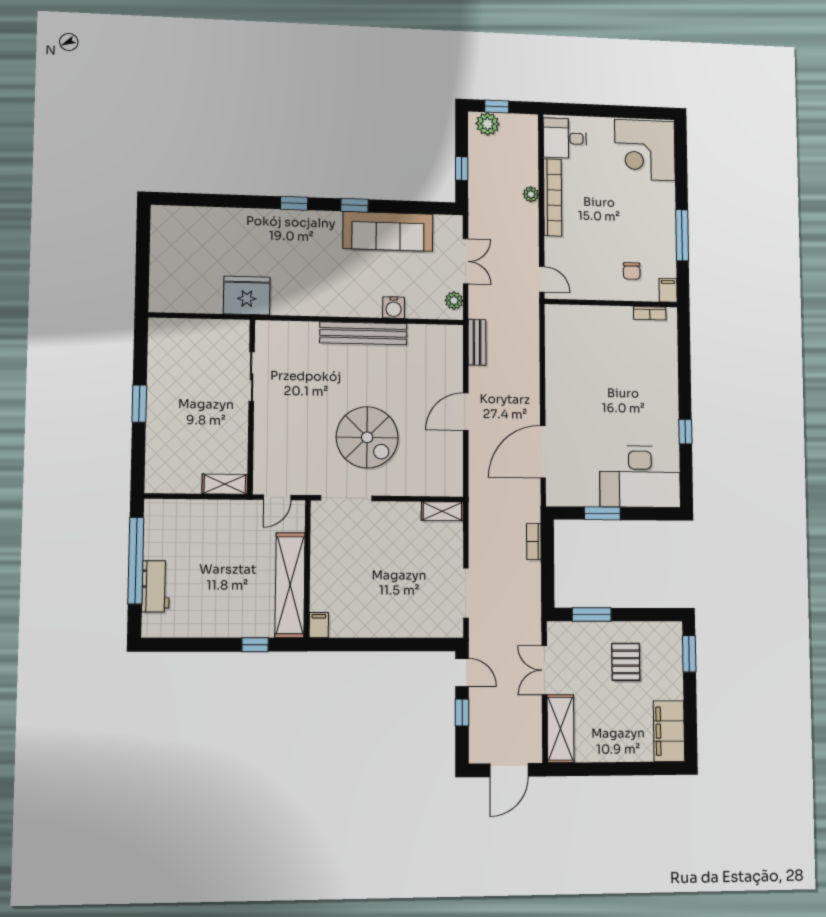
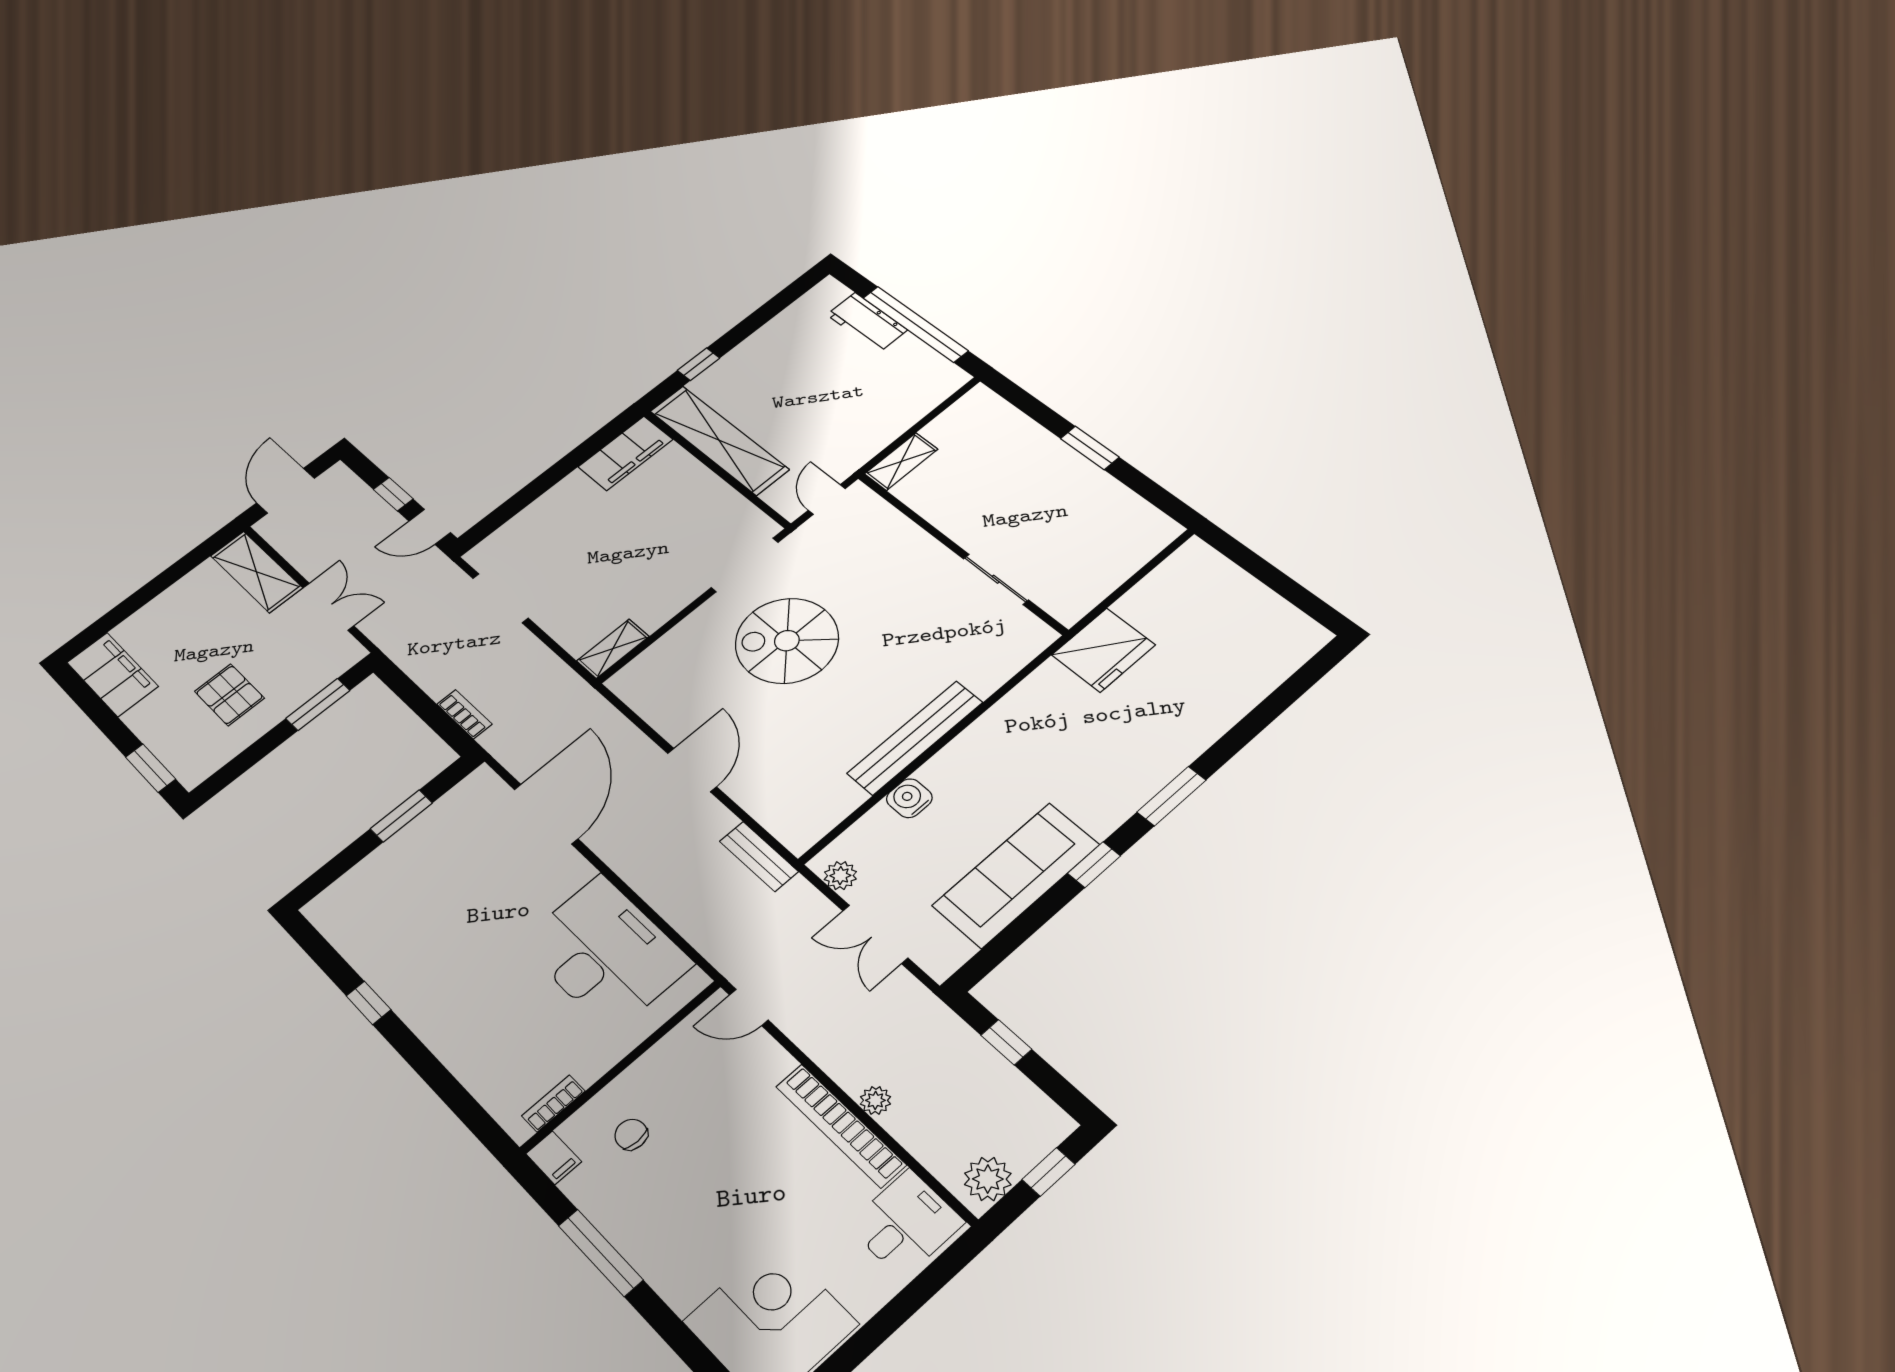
plant: (488, 124) -> (988, 1179), moved
window: (294, 203) -> (1172, 796), width x1.50
desk: (640, 477) -> (606, 953), moved, turned 90
filing cabinet: (319, 625) -> (625, 453), width x3.00, depth x1.17

